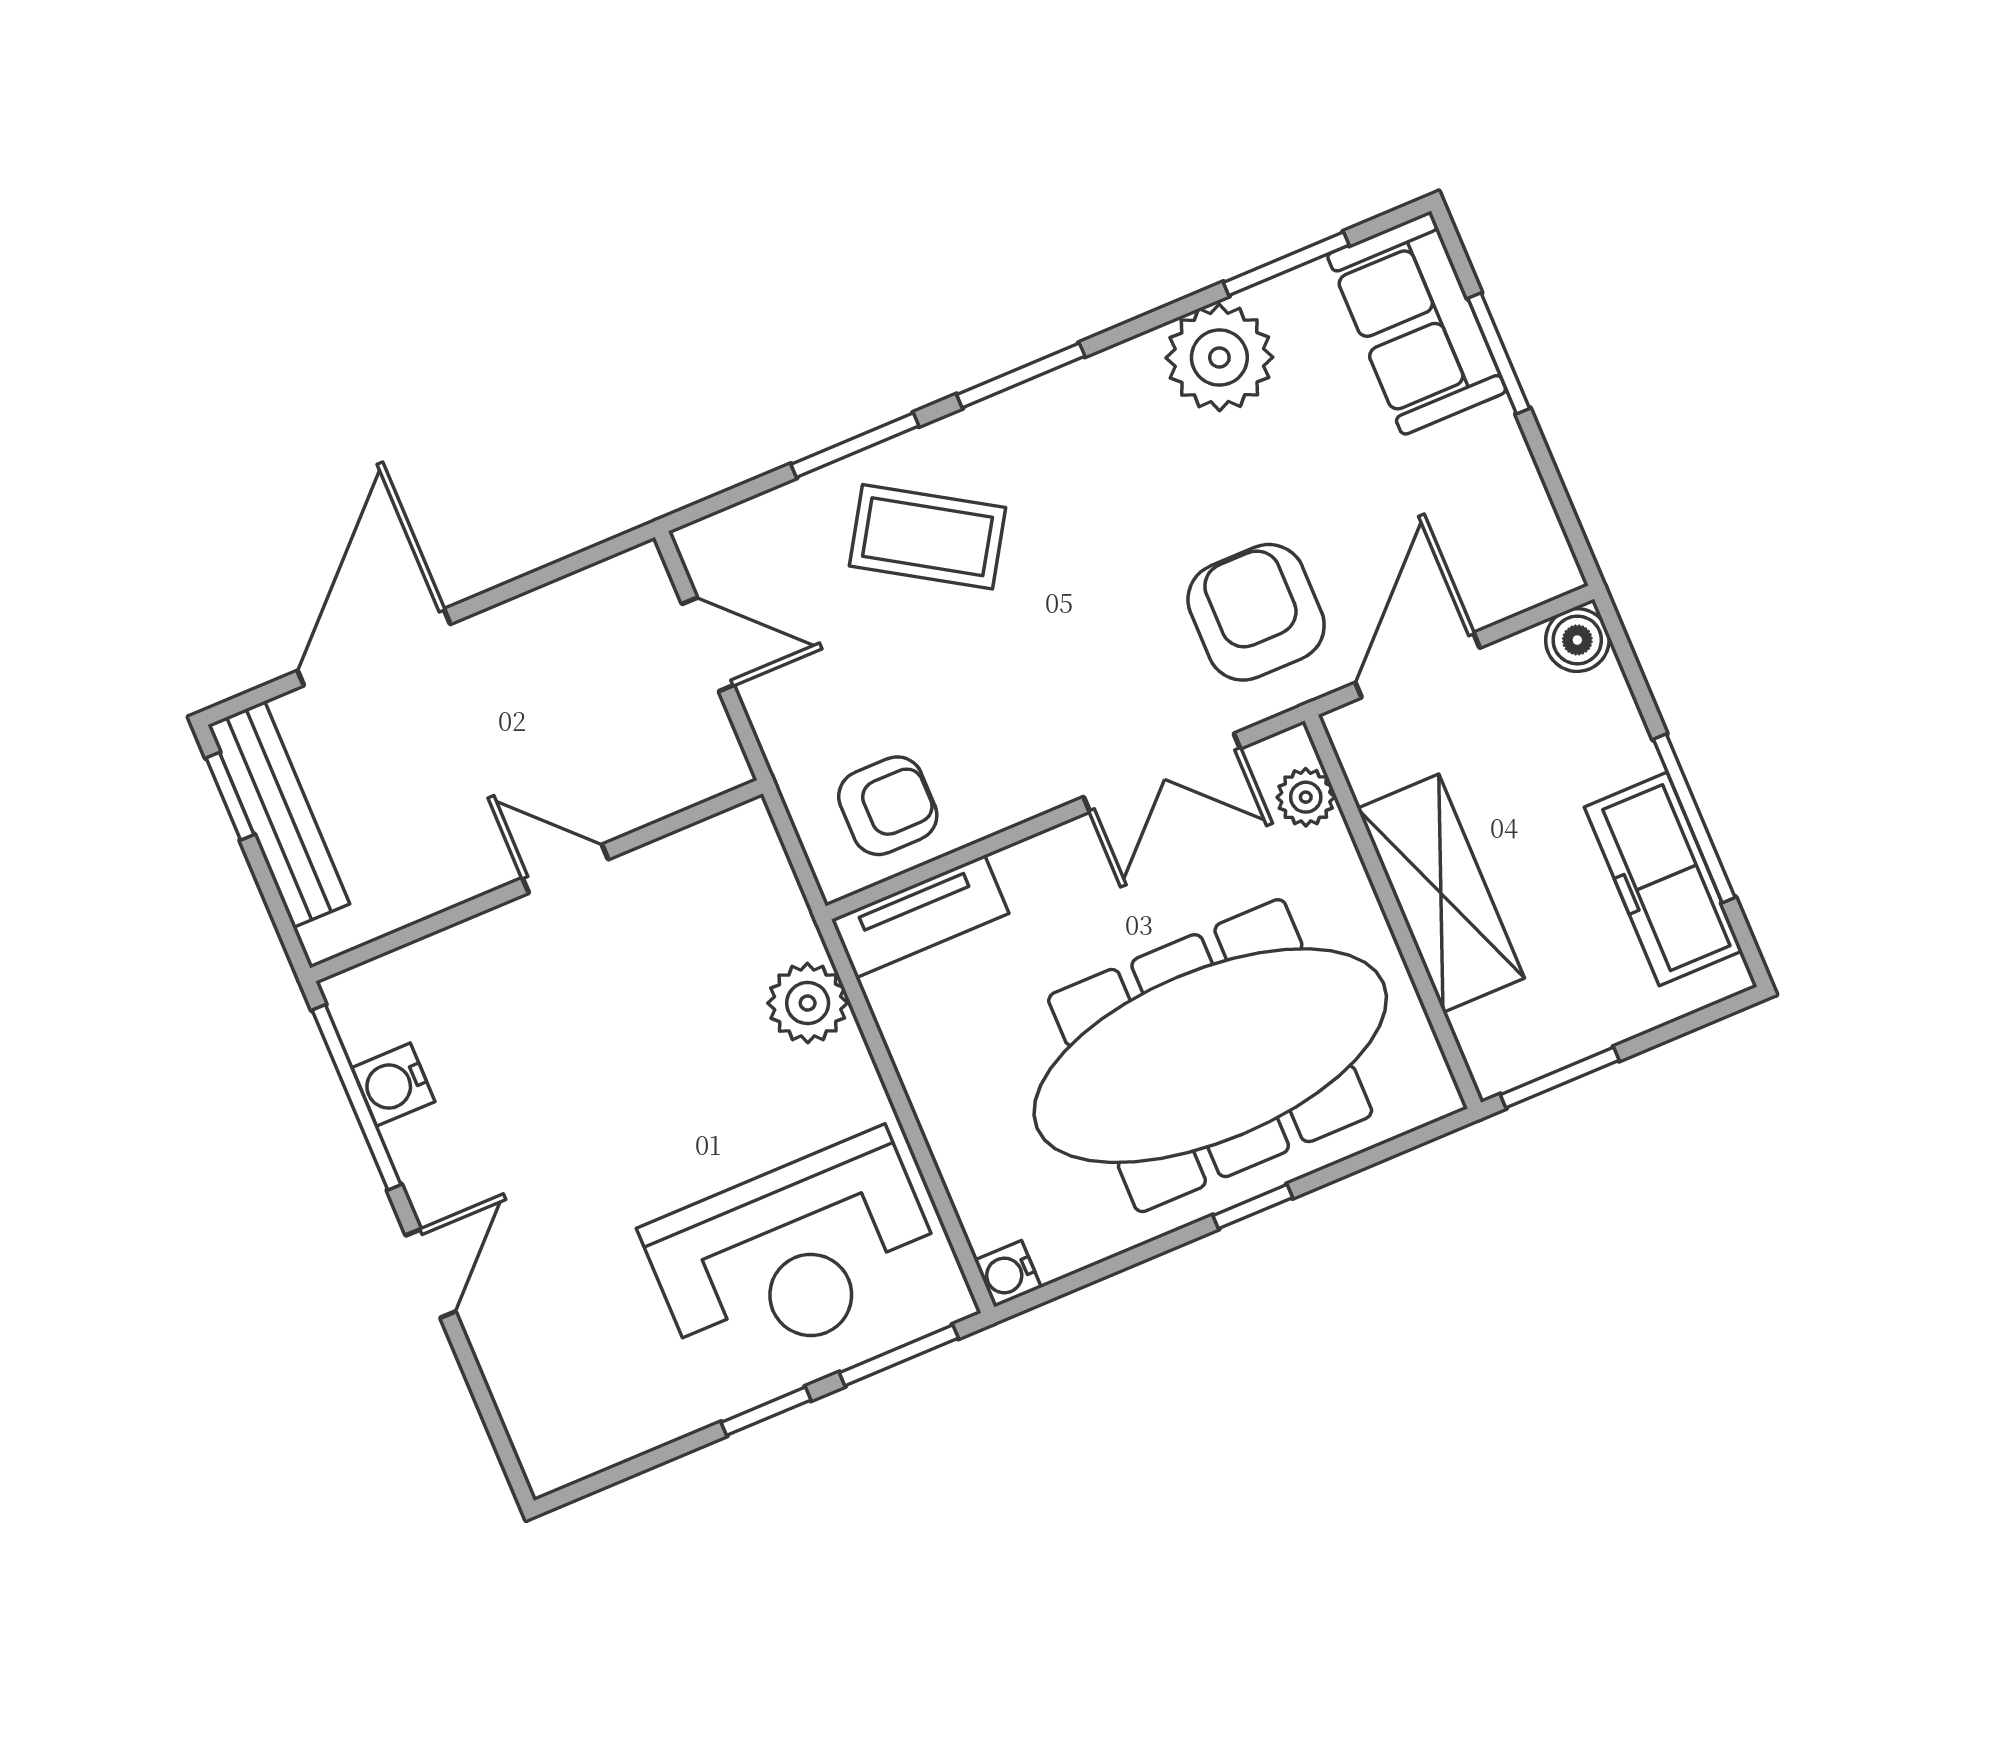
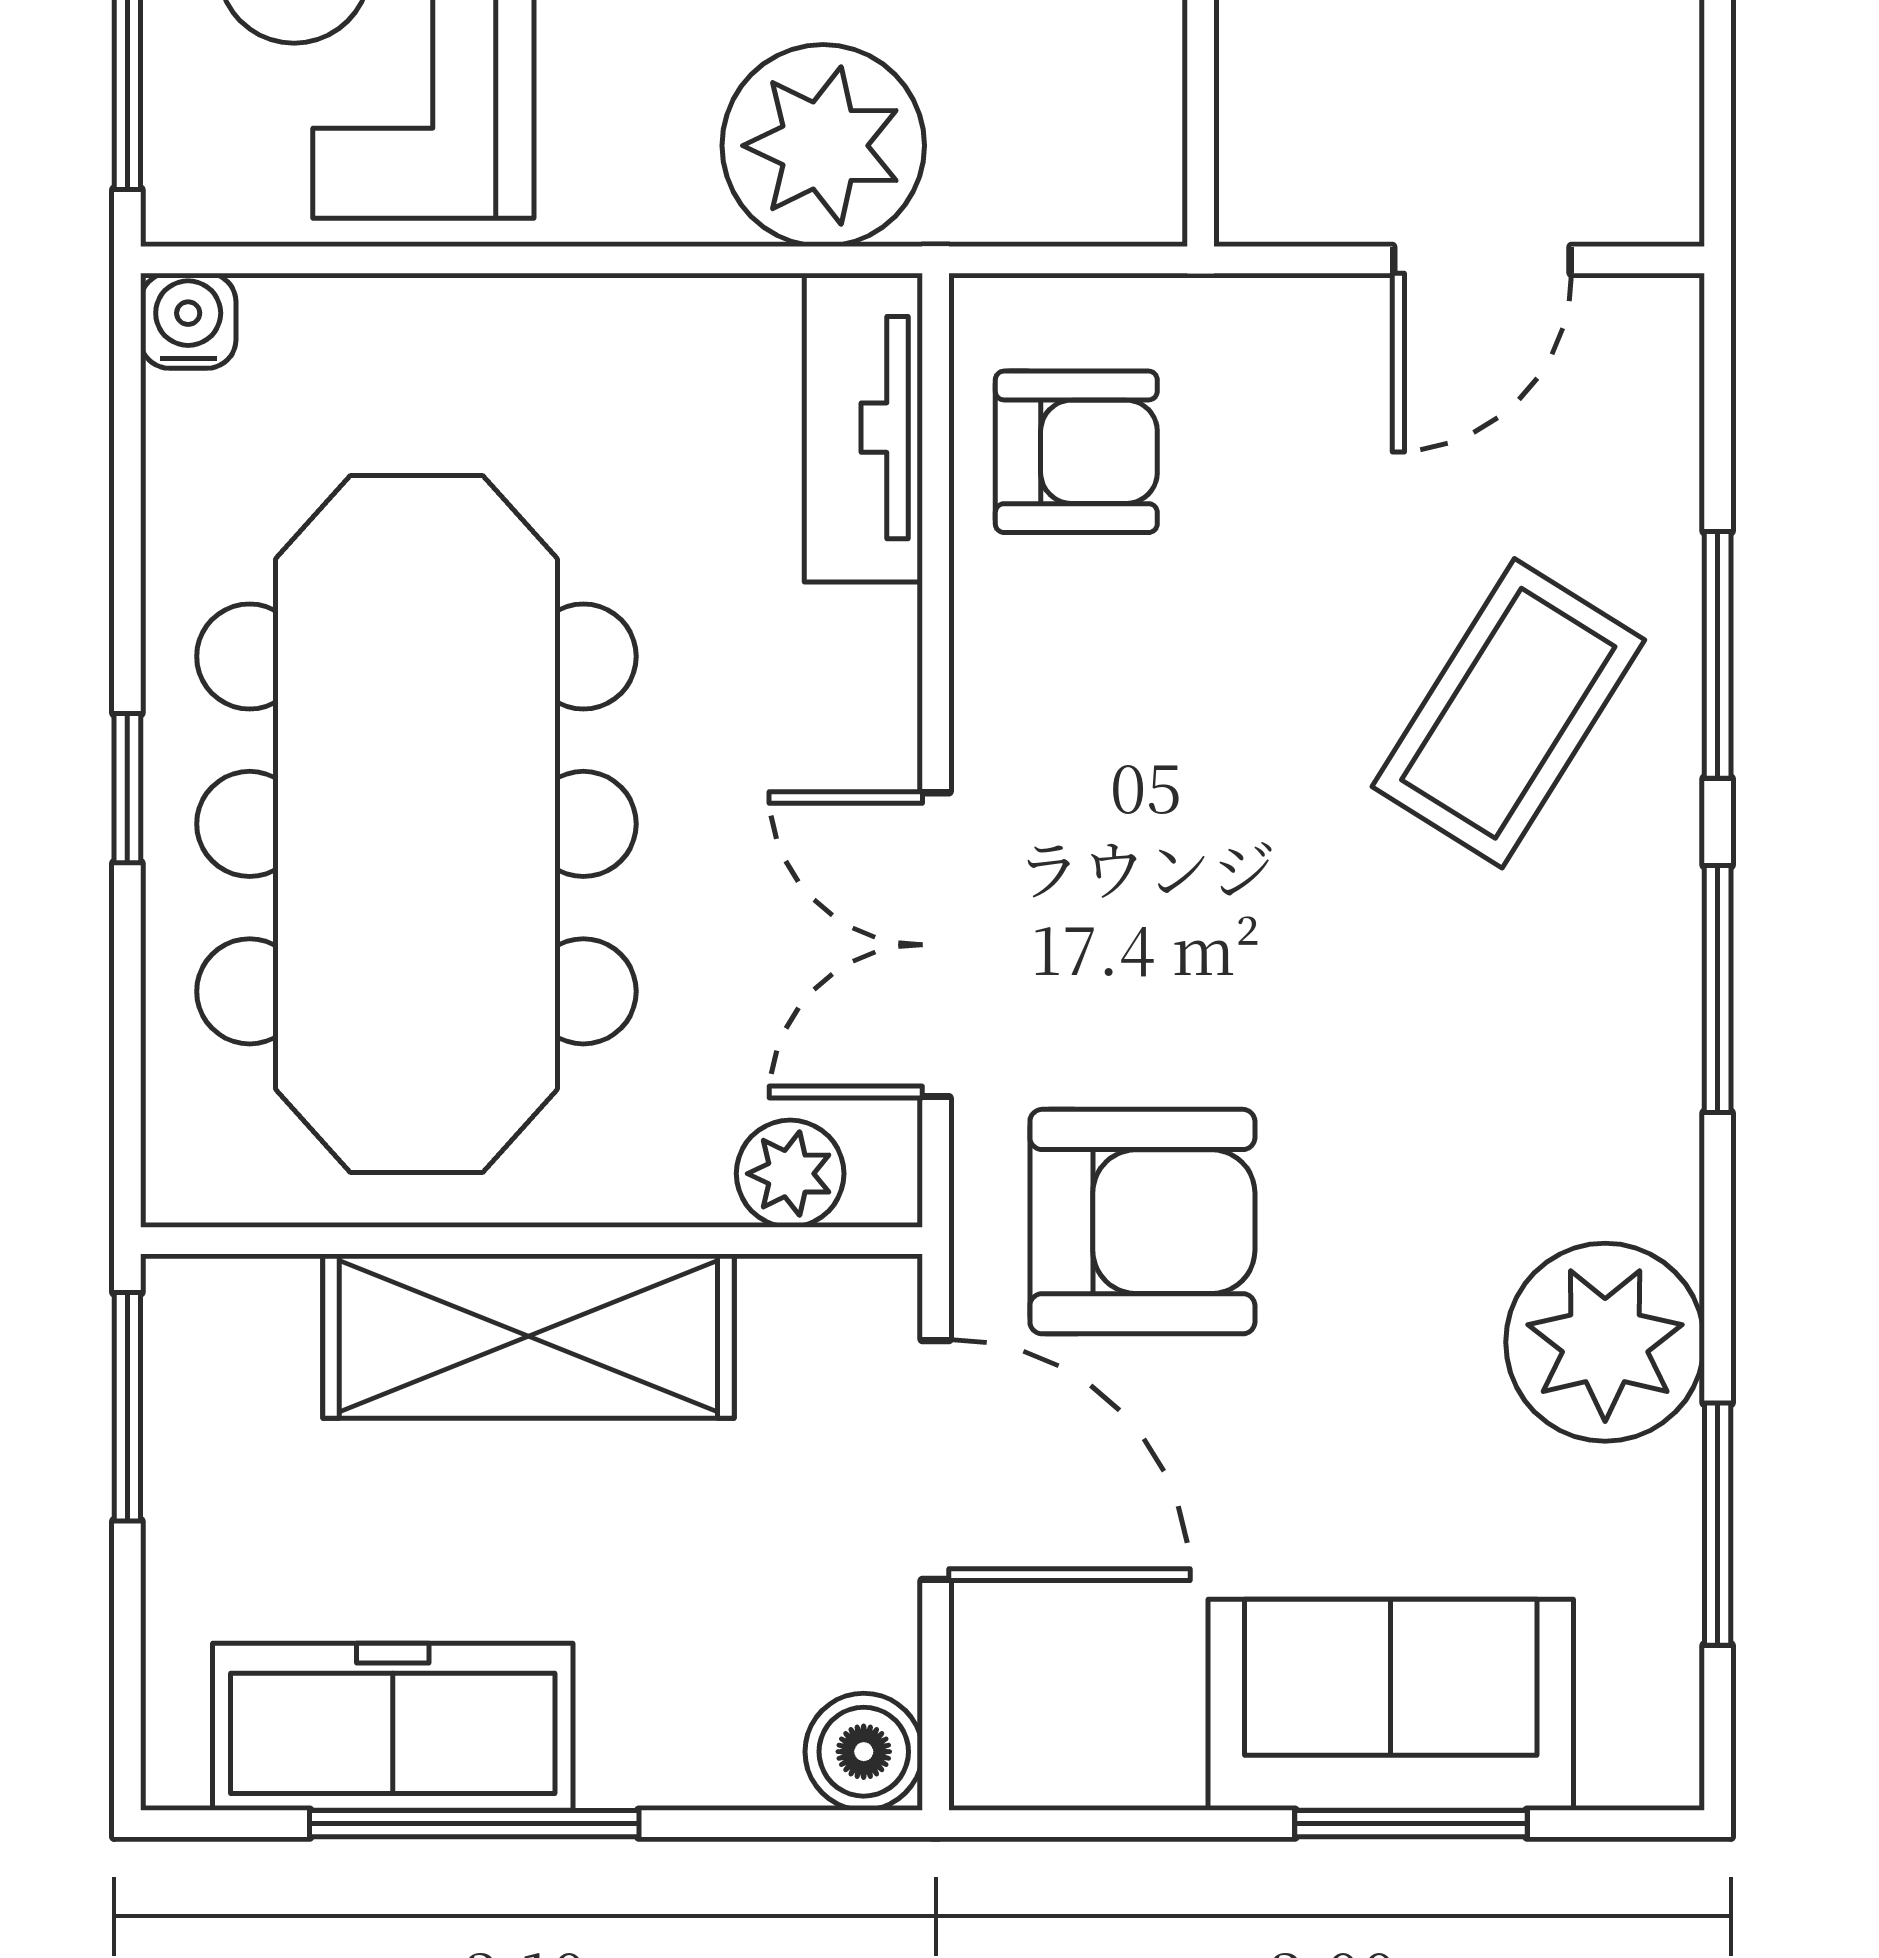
sofa: (1417, 323) -> (1391, 1705), moved
armchair: (888, 806) -> (1076, 452), turned -90
plant: (808, 1003) -> (823, 146), width x1.36, depth x1.36

